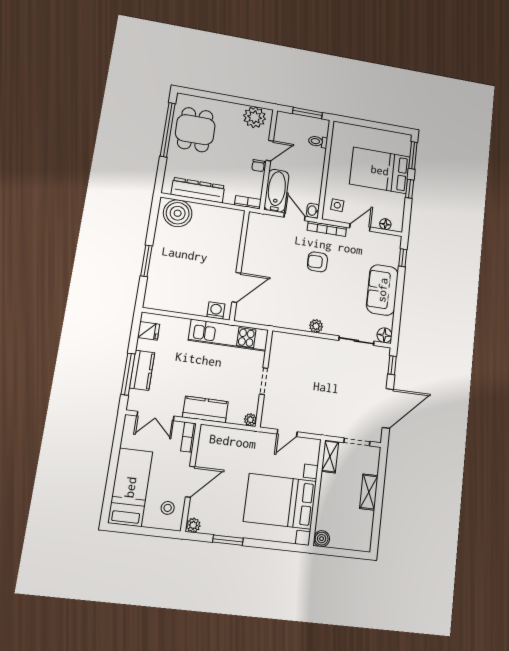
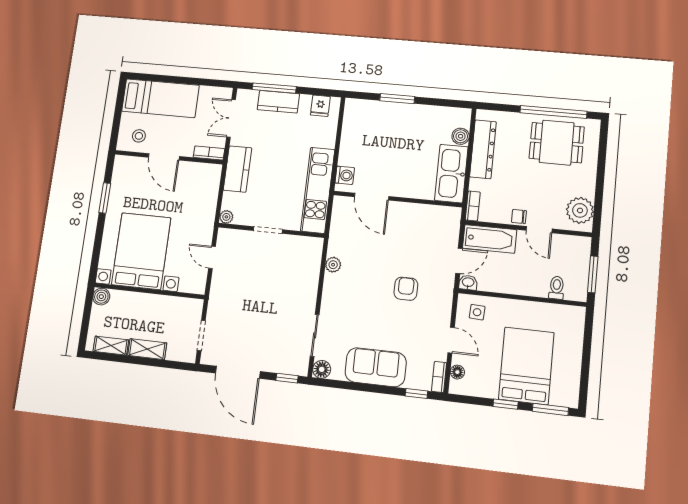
boiler: (178, 213) -> (461, 136), width x0.54, depth x0.54
kitchen sink: (218, 218) -> (451, 173), added
bookcase: (327, 229) -> (439, 377), moved, width x0.64
plant: (316, 326) -> (333, 265), moved
shelving: (330, 456) -> (111, 346), moved
plant: (193, 525) -> (121, 162), removed

